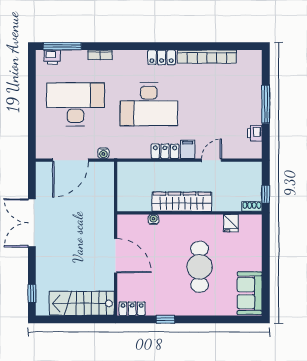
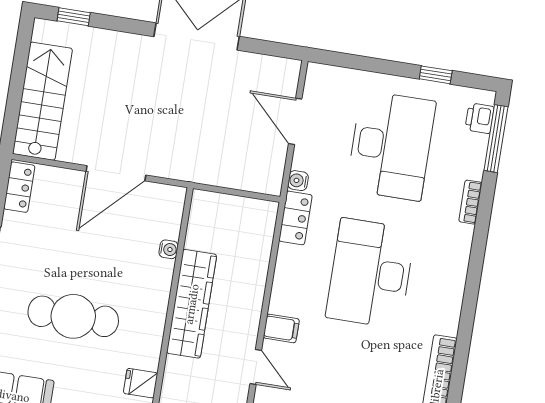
locker: (162, 57) -> (449, 309), removed
window: (32, 86) -> (436, 75), added
locker: (165, 151) -> (295, 218), moved
door: (70, 160) -> (295, 121), width x0.73

